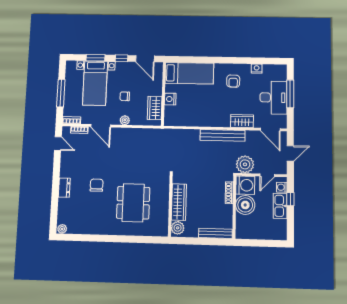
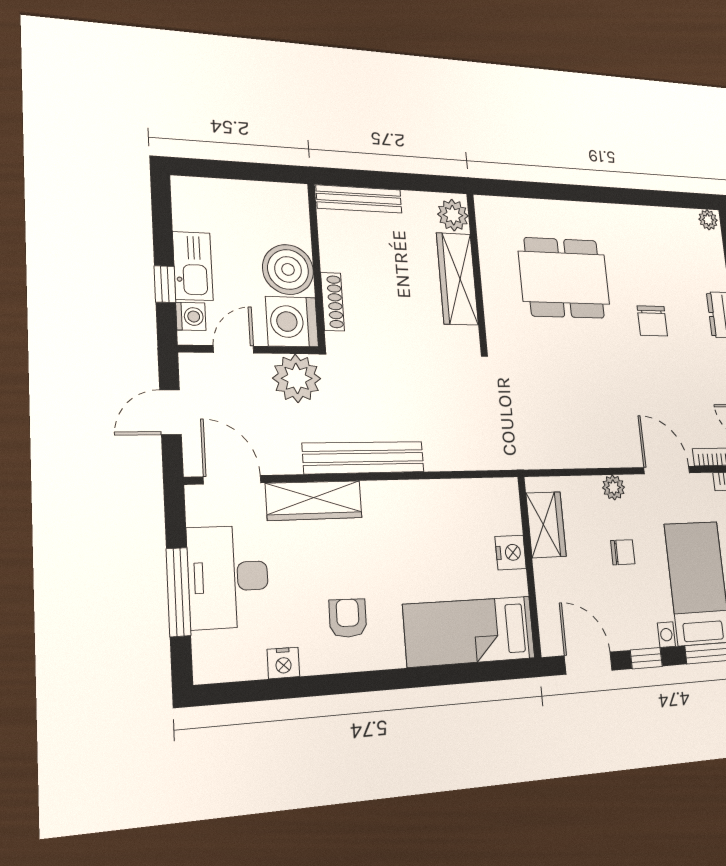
wardrobe: (242, 121) -> (314, 501), width x1.50
dining table: (133, 203) -> (564, 278), turned 90

